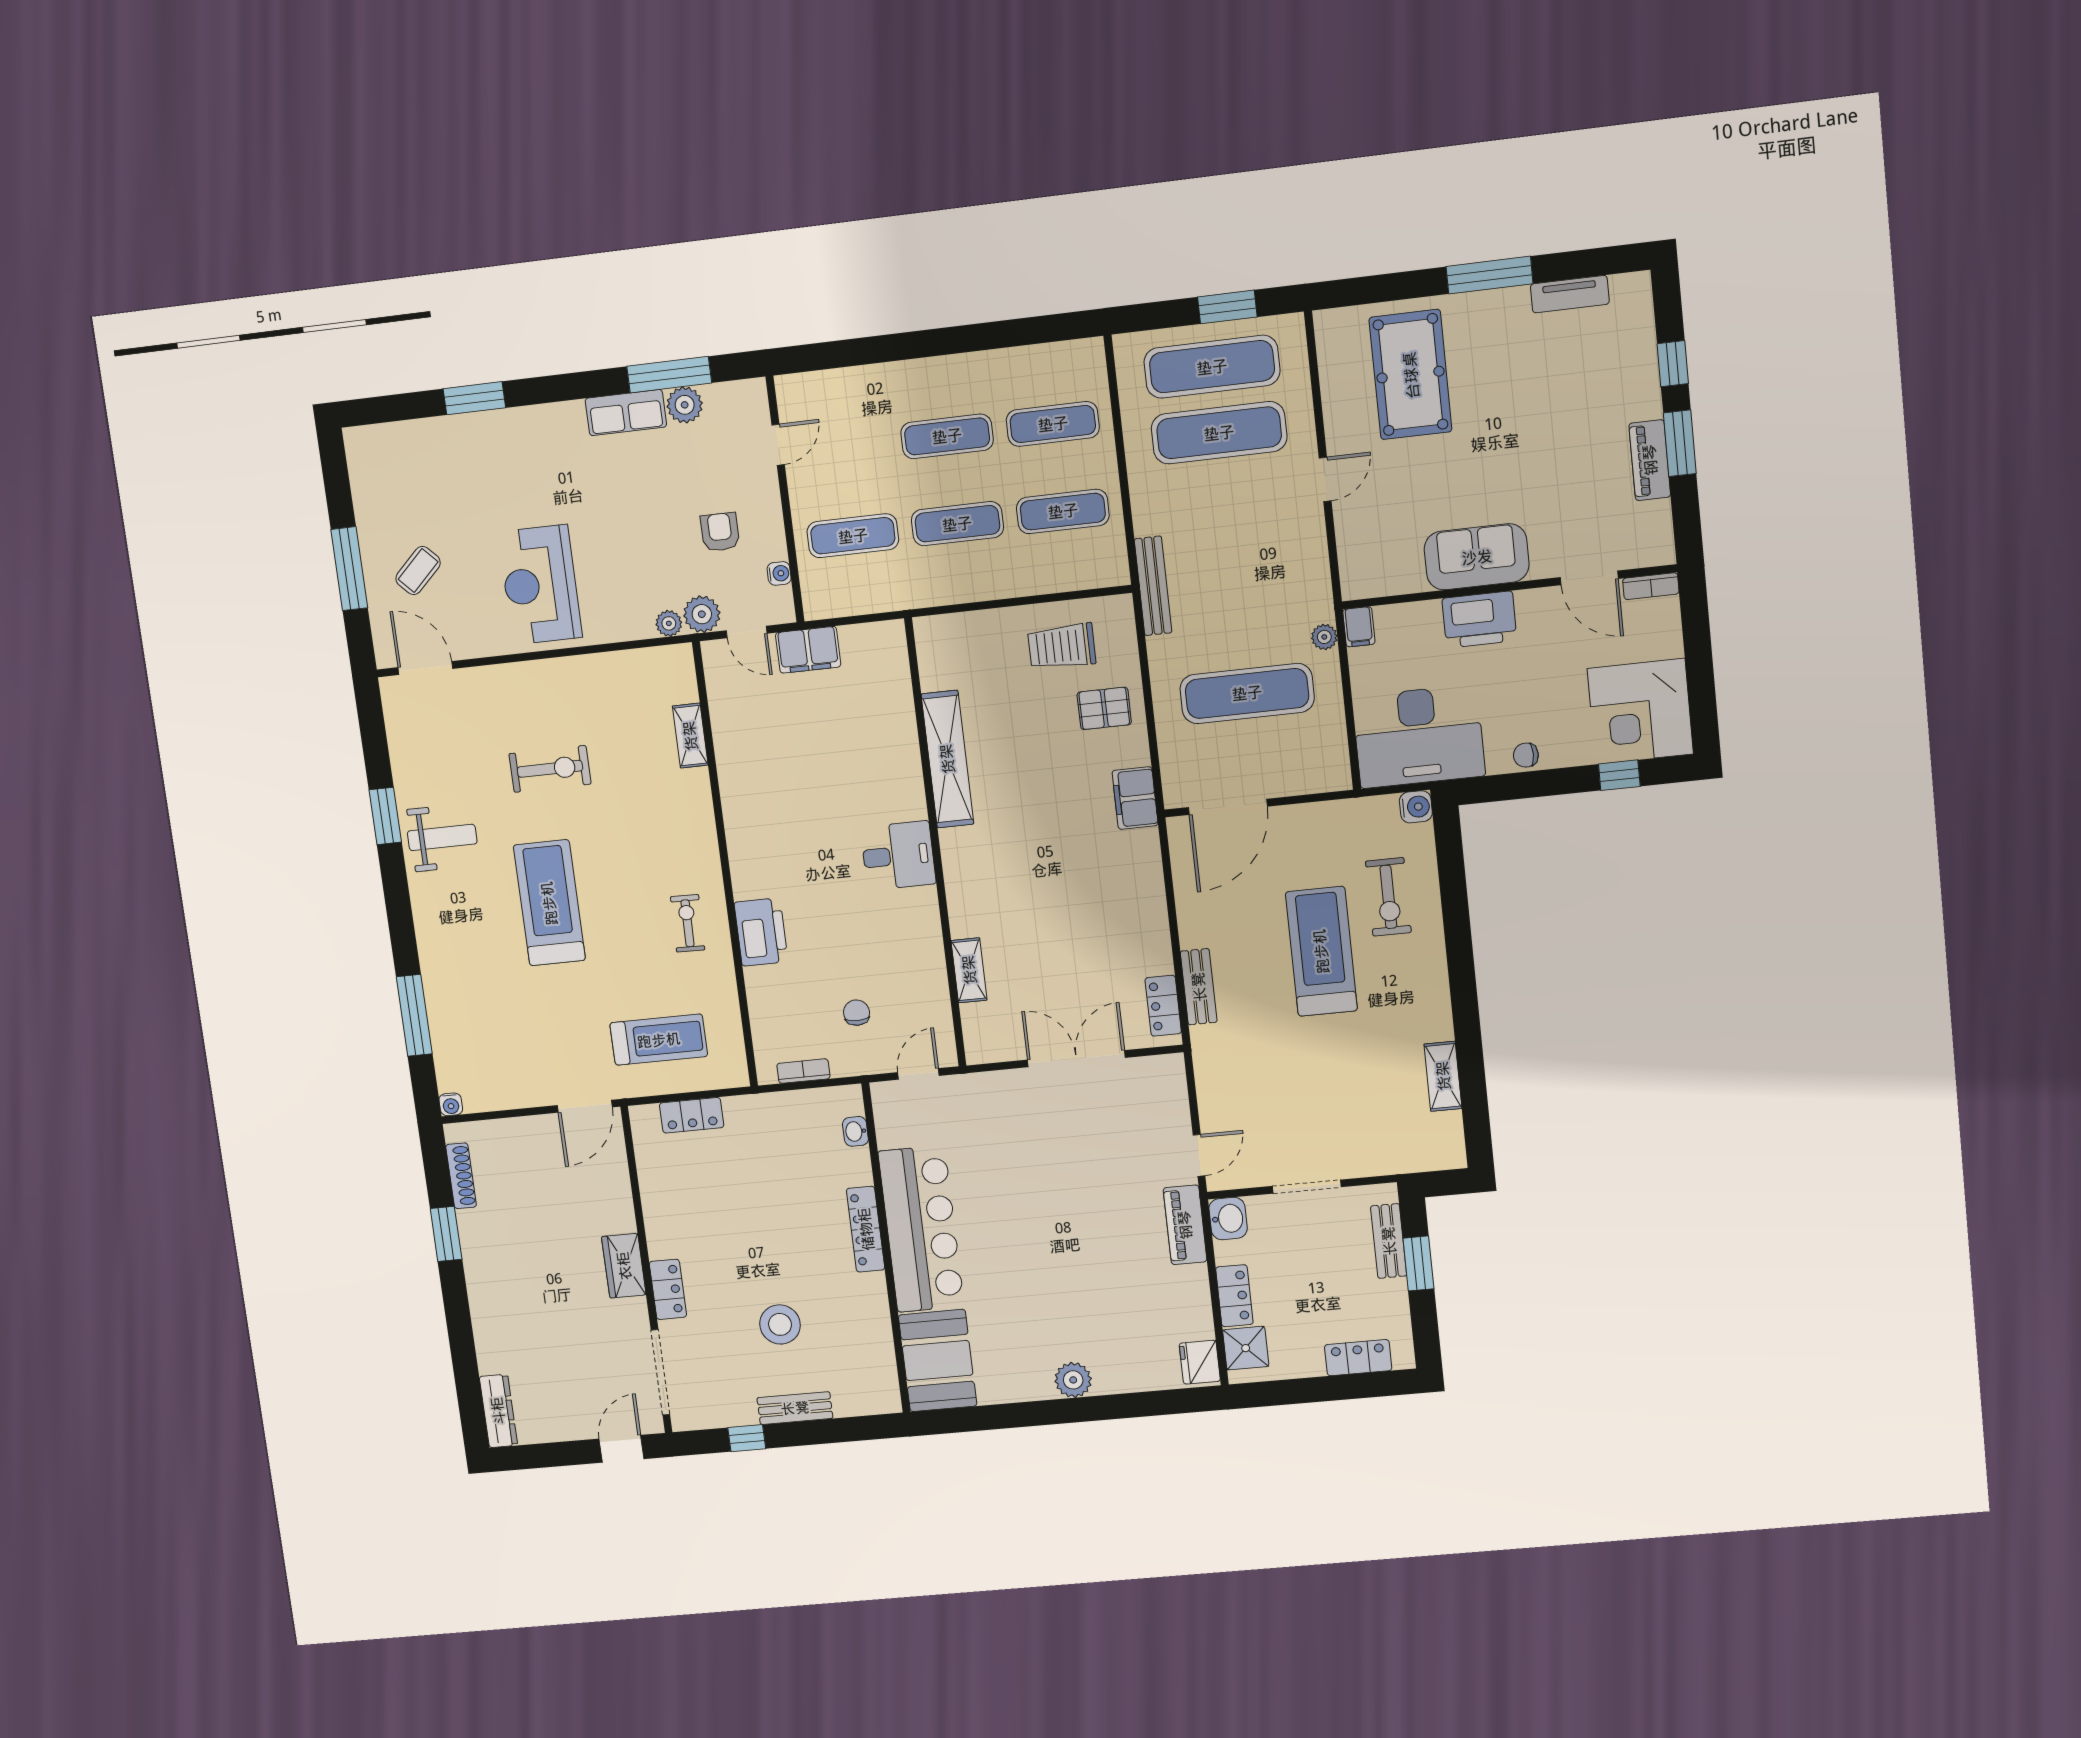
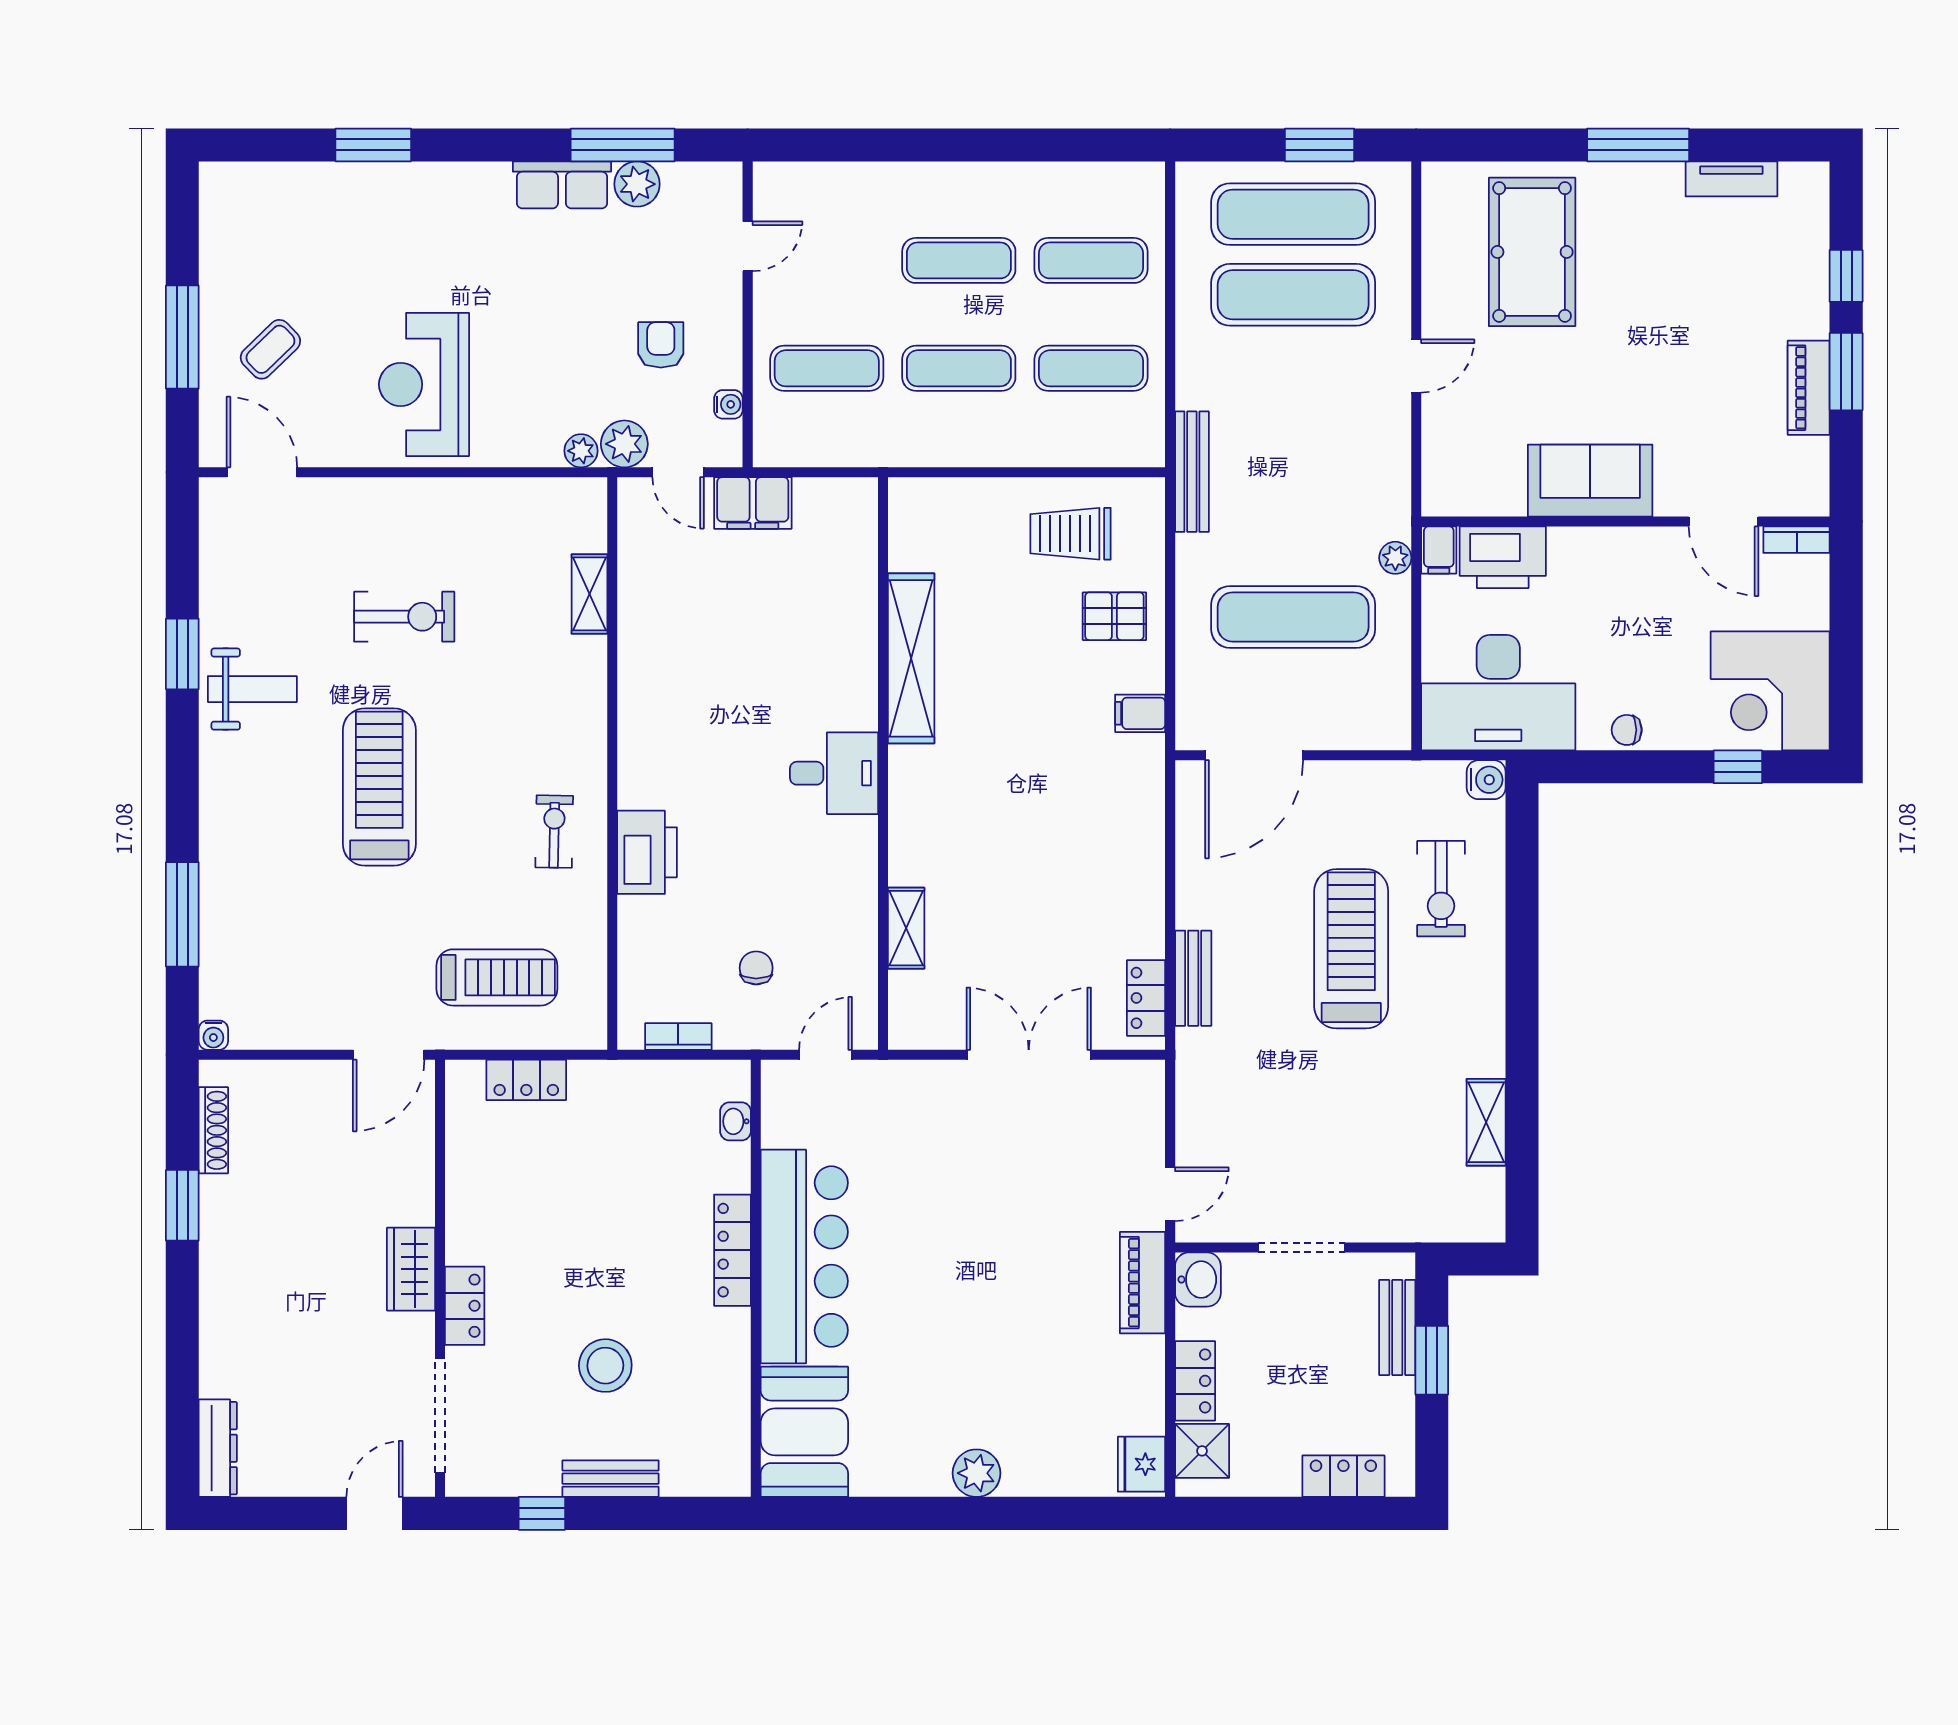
printer: (1479, 620) -> (1503, 557), moved
filing cabinet: (1135, 798) -> (1140, 713), width x0.50

